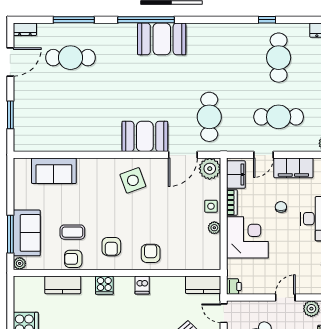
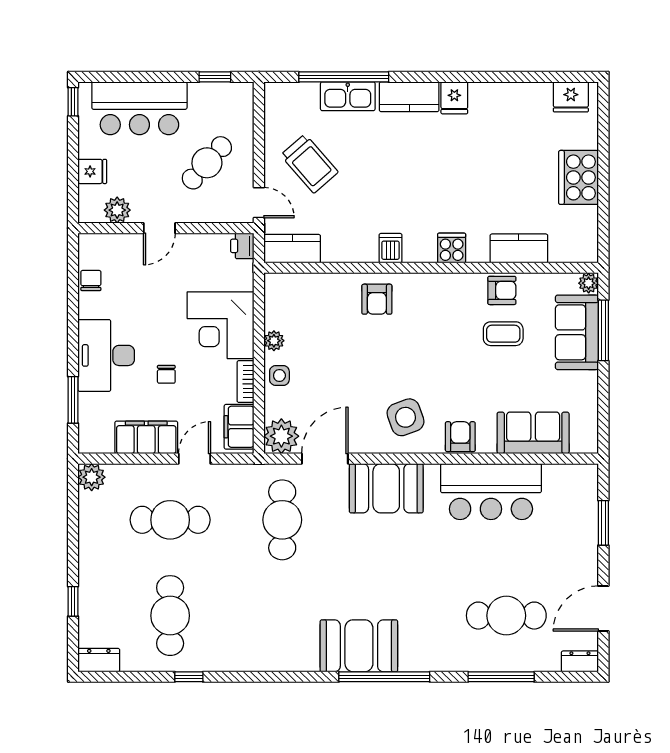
bar counter: (80, 134) -> (491, 492), added
armchair: (111, 247) -> (460, 437), moved

